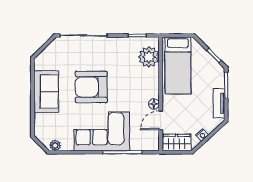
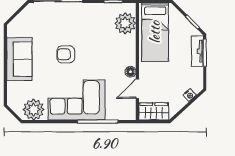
armchair: (91, 87) -> (66, 54), width x0.53, depth x0.53
tv unit: (219, 103) -> (197, 51), moved
nightstand: (202, 135) -> (189, 95), moved
plant: (55, 145) -> (34, 110), width x1.88, depth x1.88

